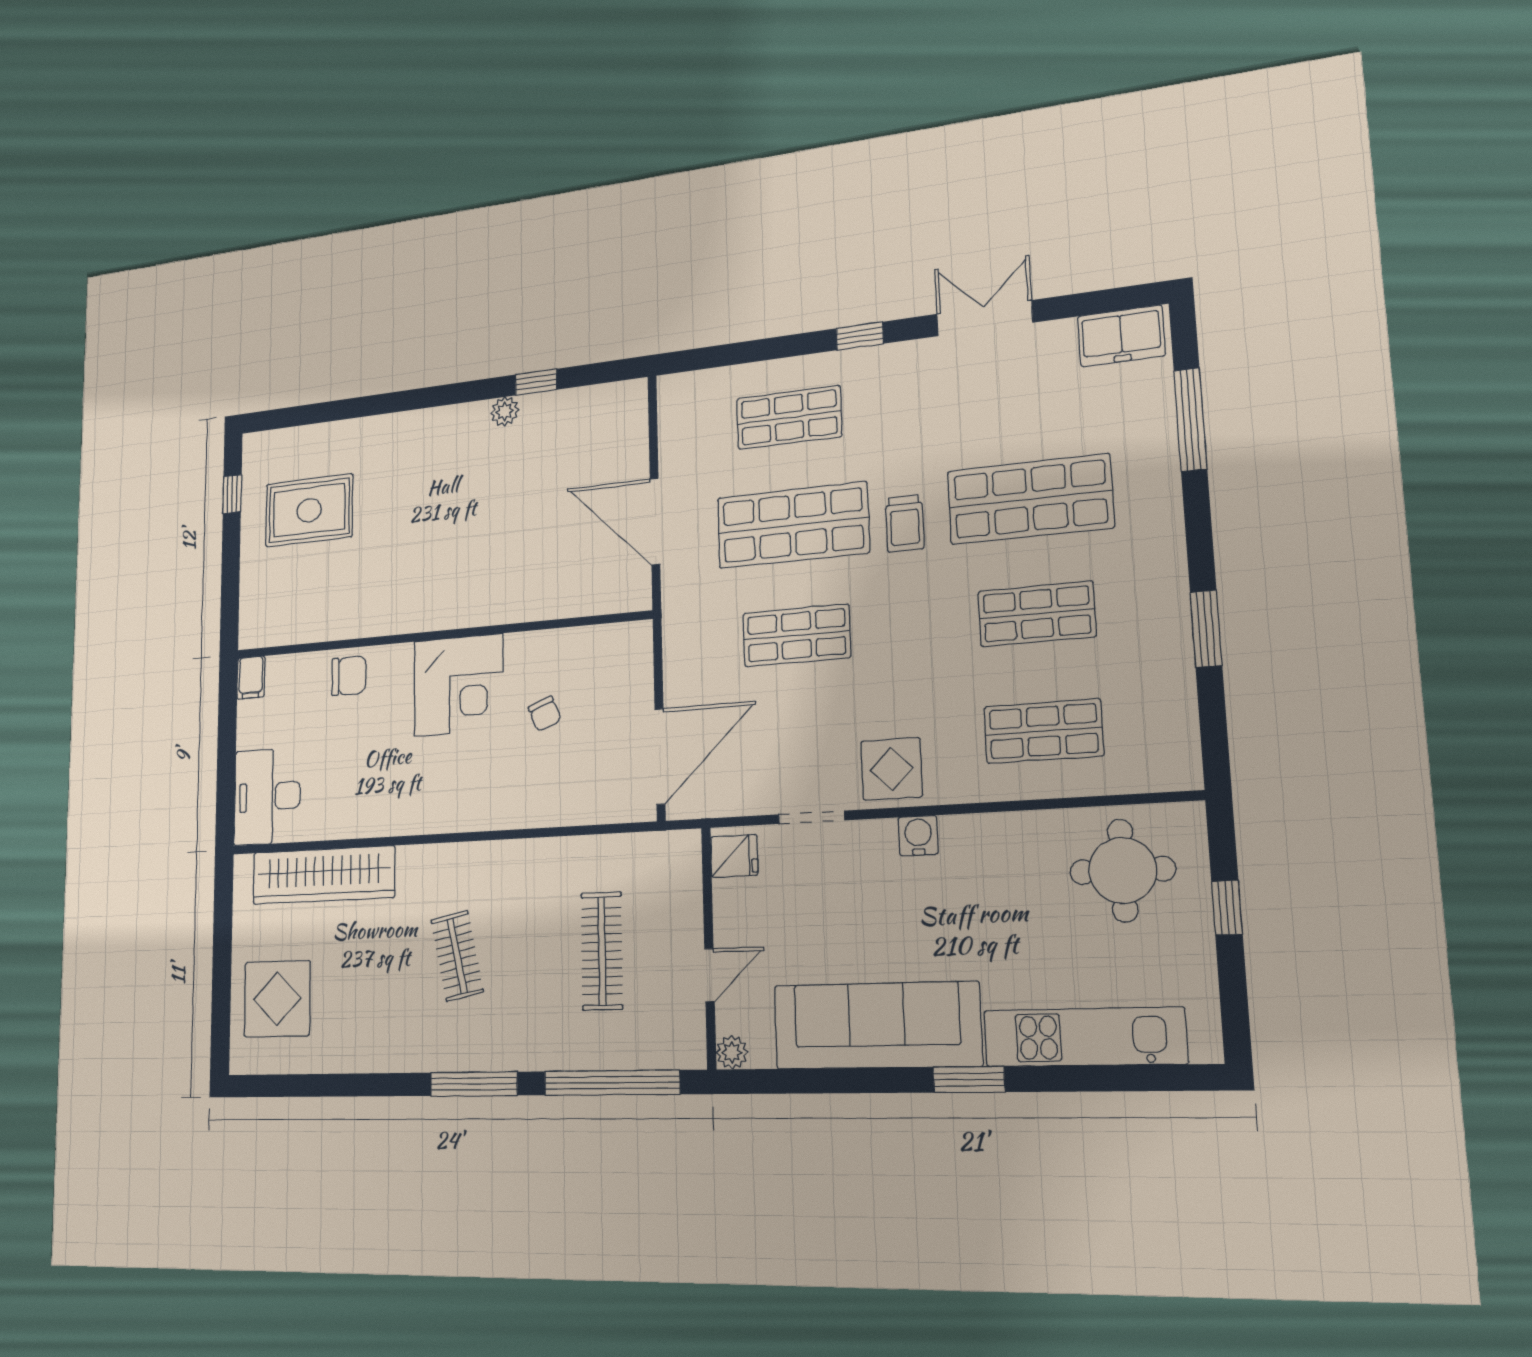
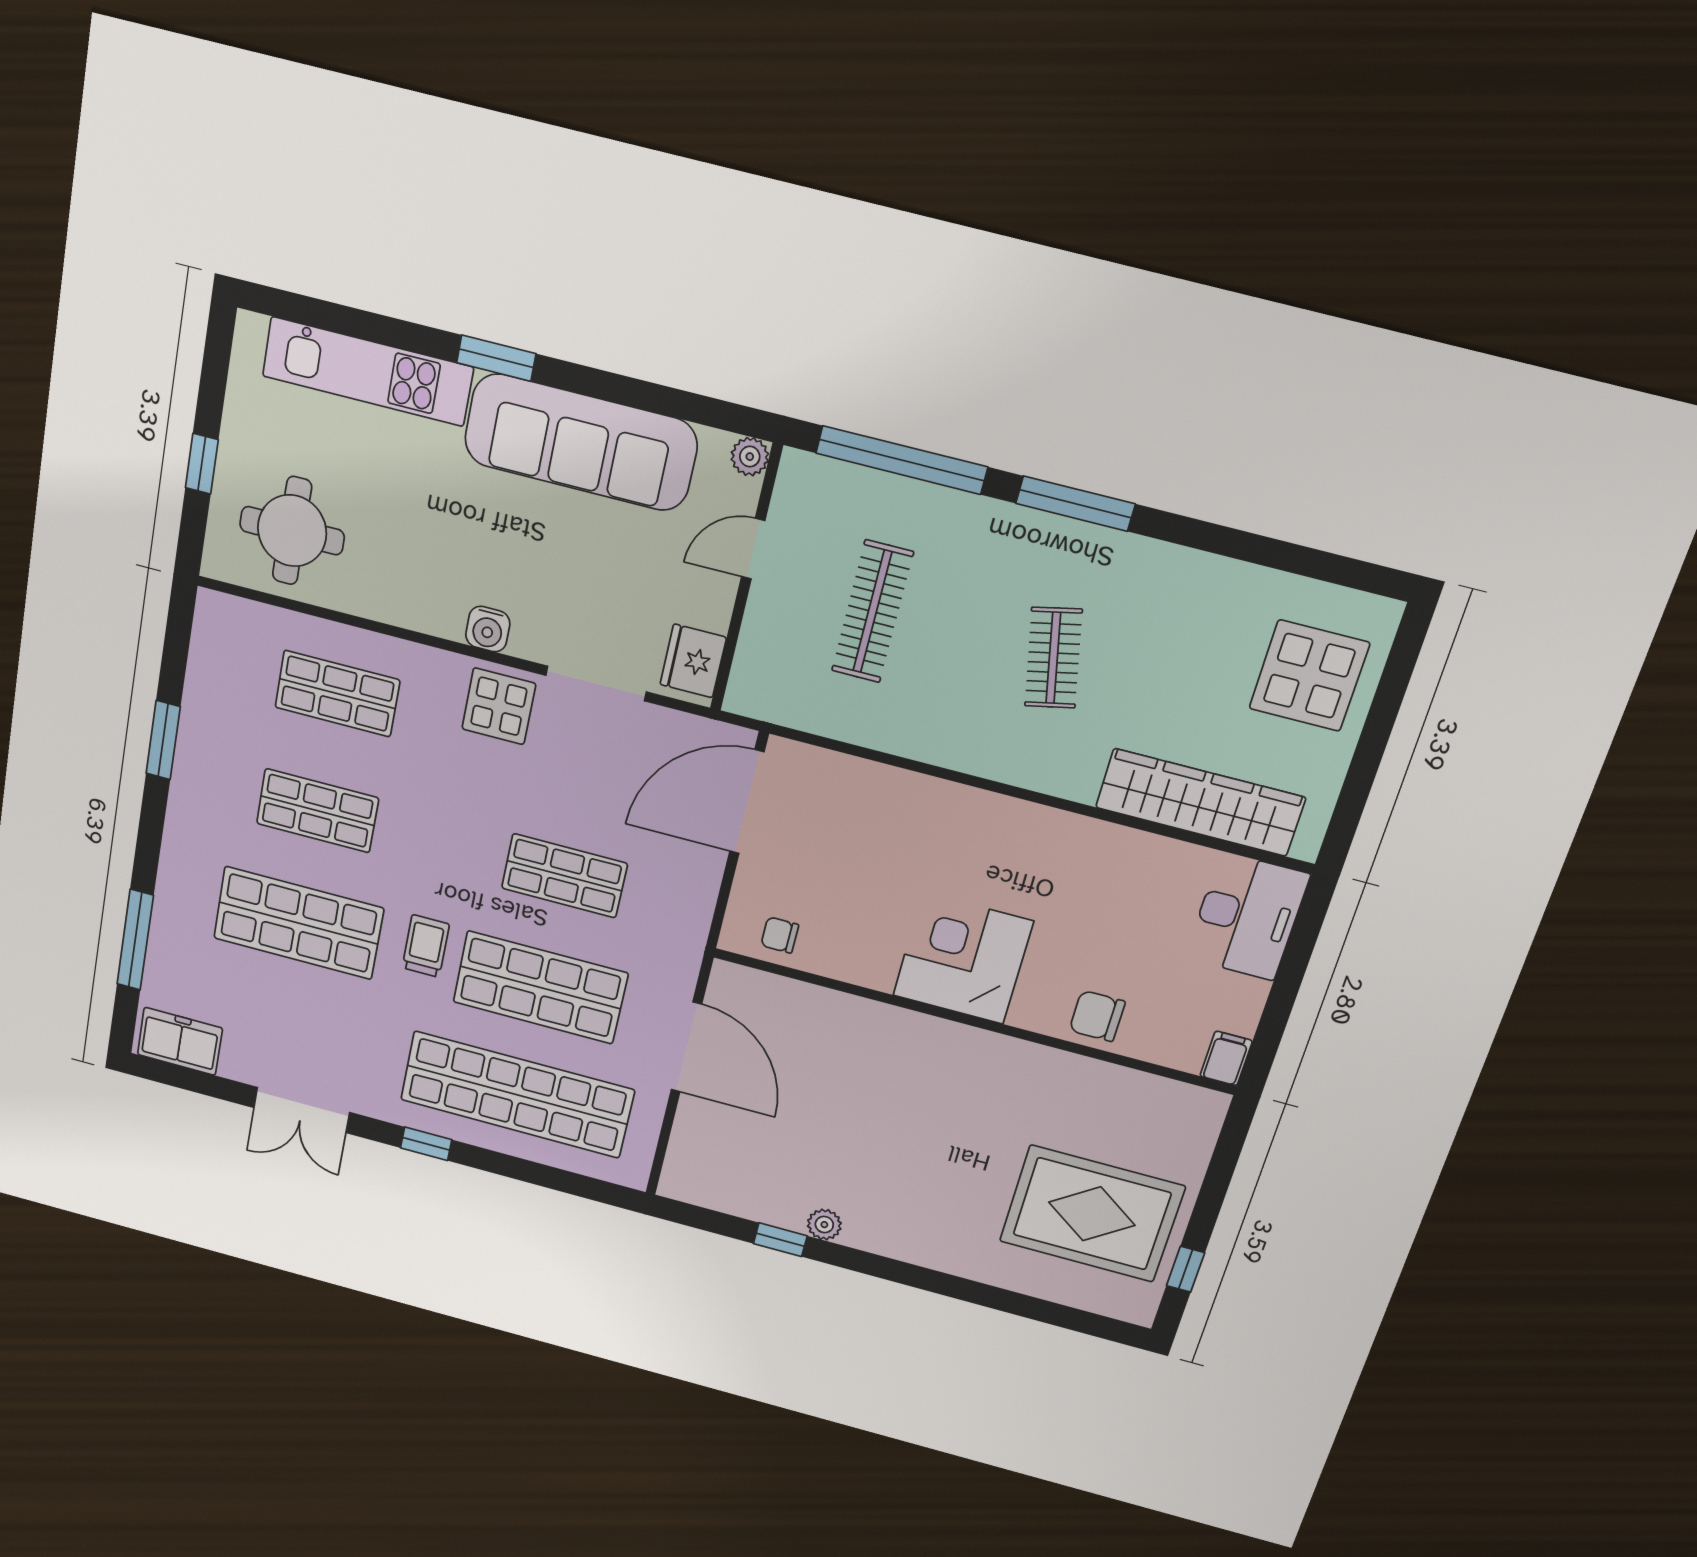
shop shelf: (789, 417) -> (517, 1095), width x2.00, depth x1.36
rug: (309, 510) -> (1092, 1214), width x1.37, depth x1.44
chair: (545, 714) -> (780, 935), moved, turned -68
doorway: (811, 817) -> (596, 684), width x1.38
fridge: (734, 856) -> (693, 661), width x1.38

